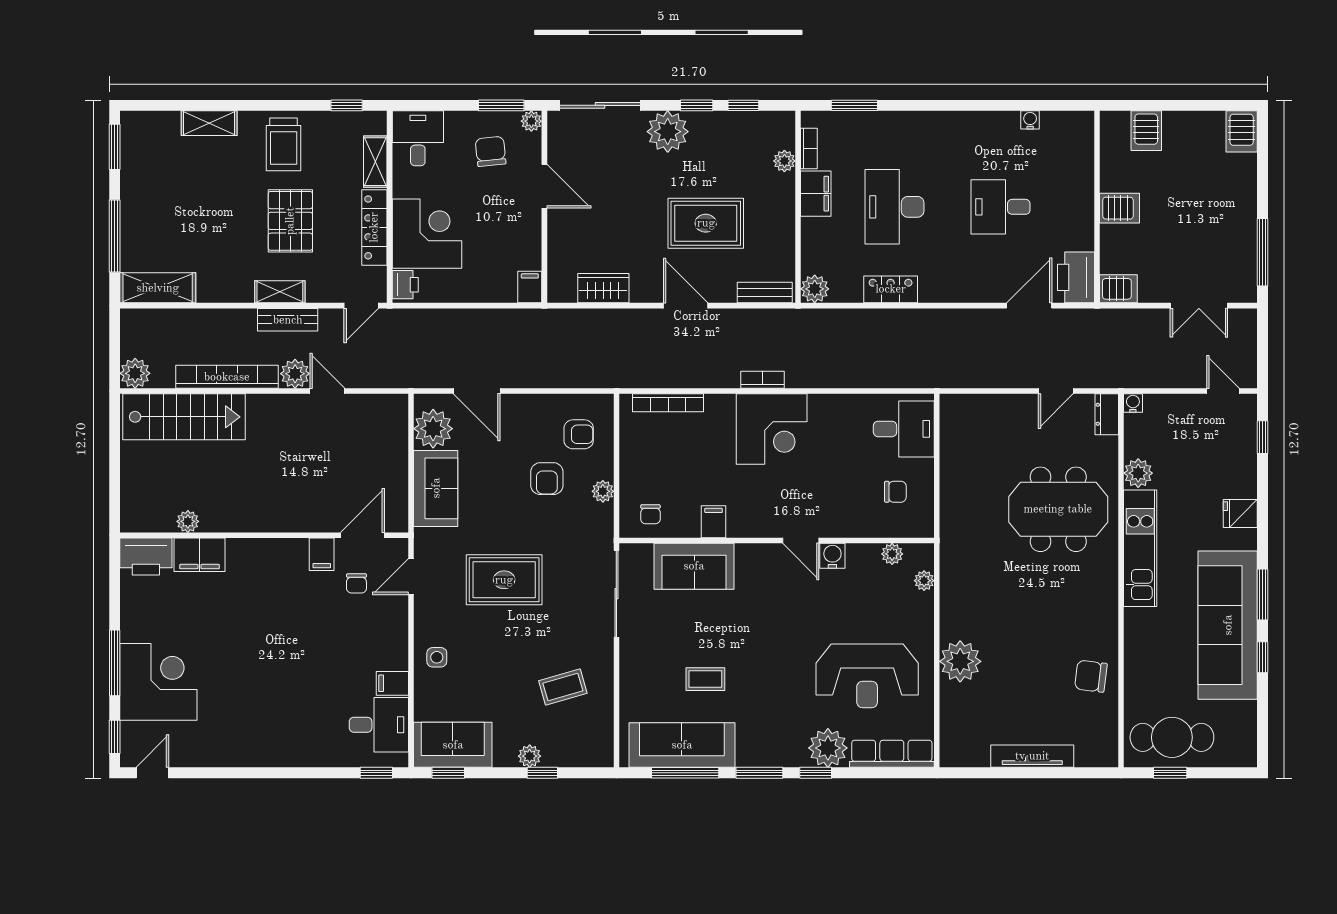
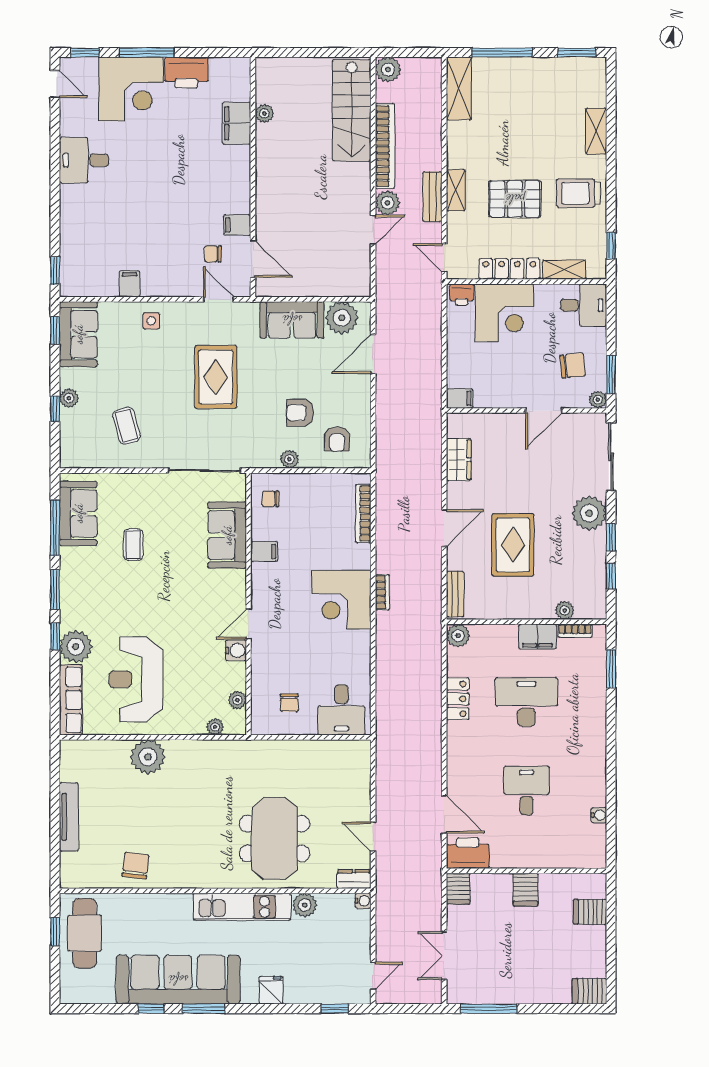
printer: (146, 557) -> (186, 73), moved, turned -90
desk: (379, 725) -> (84, 160), moved, turned 90
sofa: (682, 745) -> (78, 513), width x0.73

